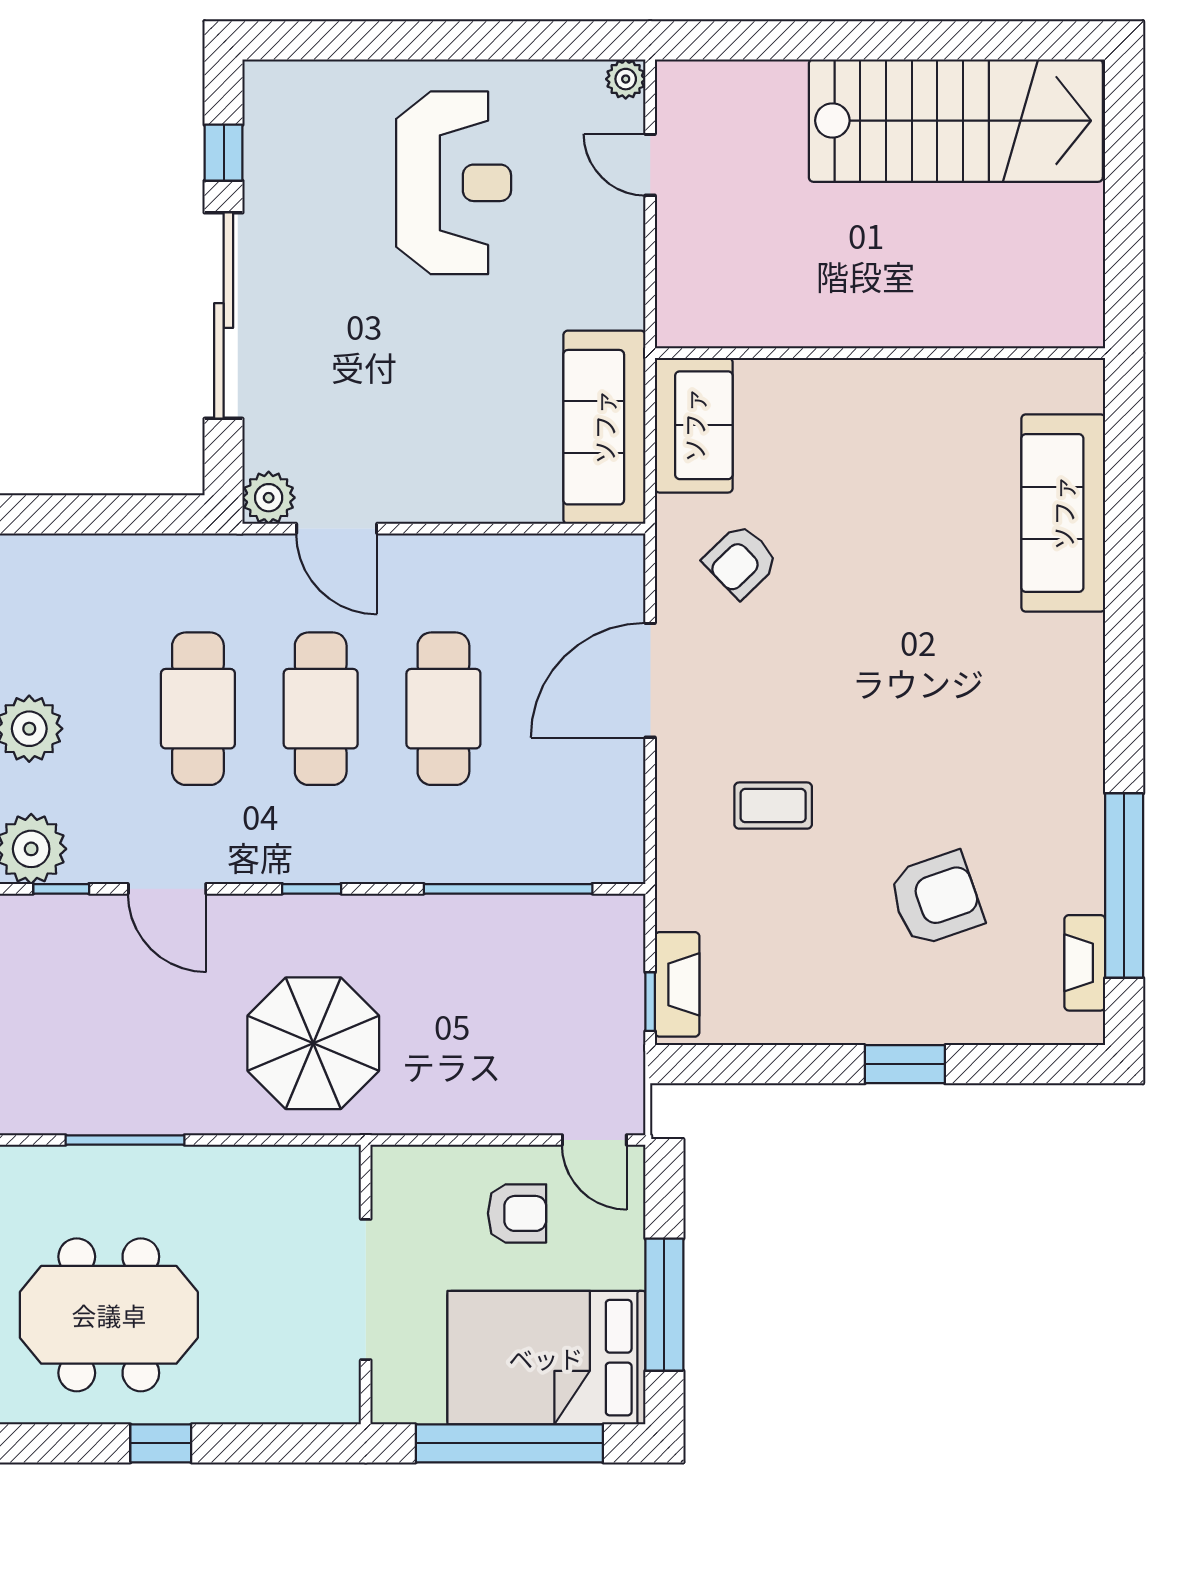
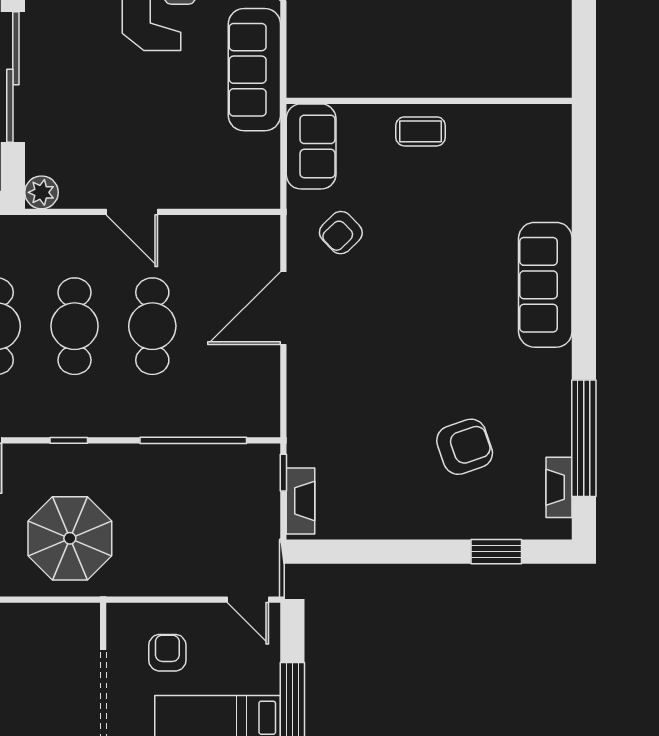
sofa: (604, 427) -> (254, 70), moved
sofa: (1063, 513) -> (545, 285), moved
door: (337, 529) -> (132, 212), moved
coffee table: (773, 806) -> (421, 131), moved
window: (650, 1002) -> (283, 473), moved
window: (905, 1064) -> (496, 552), moved
armchair: (517, 1213) -> (167, 653), moved, turned -90

